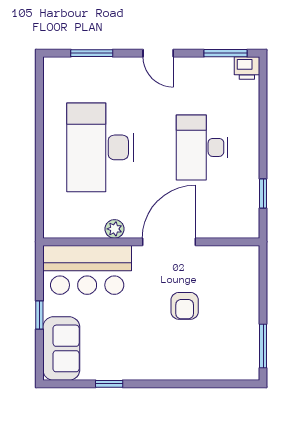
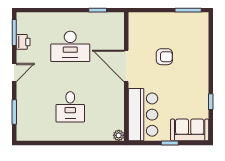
printer: (247, 68) -> (23, 42), moved
desk: (100, 147) -> (70, 107), width x0.53, depth x0.77
plant: (114, 229) -> (119, 135), moved

